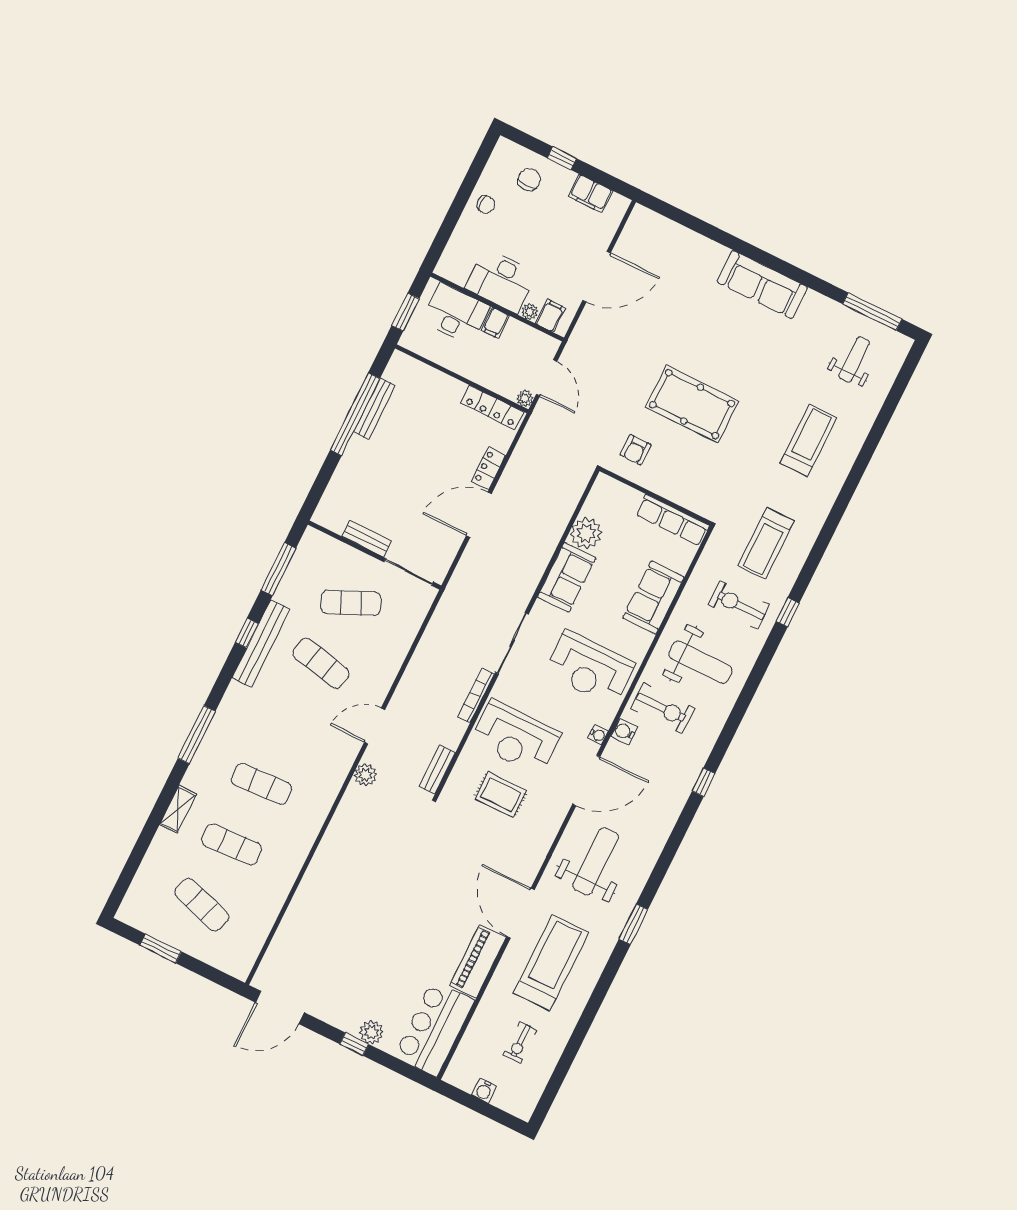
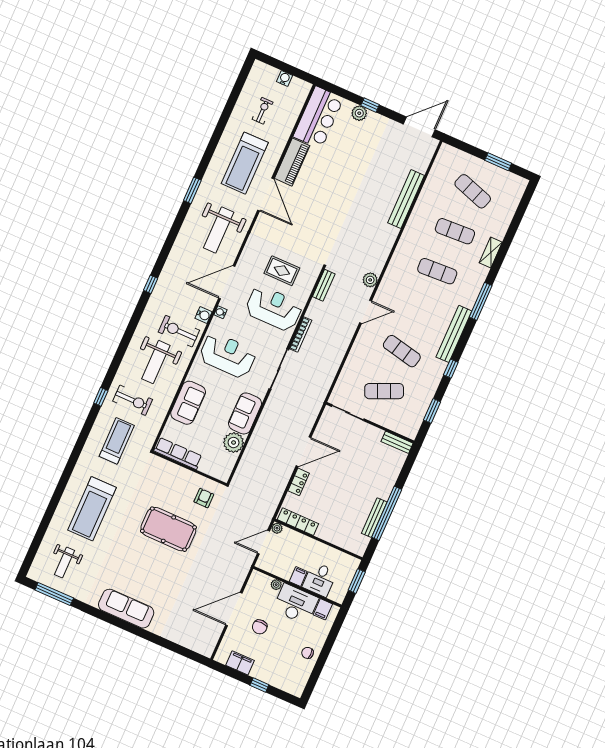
chair: (529, 180) -> (260, 627), moved
desk: (456, 314) -> (320, 579), width x0.73
filing cabinet: (550, 316) -> (323, 609), moved
door: (547, 378) -> (263, 542), hinge flipped
treadmill: (808, 440) -> (92, 509), width x1.37, depth x1.38
bench: (367, 539) -> (397, 442), moved
window: (278, 569) -> (432, 411), width x0.69
bench: (261, 644) -> (454, 334), moved
weight bench: (701, 662) -> (156, 362), turned -90
bench: (305, 897) -> (406, 199), added

